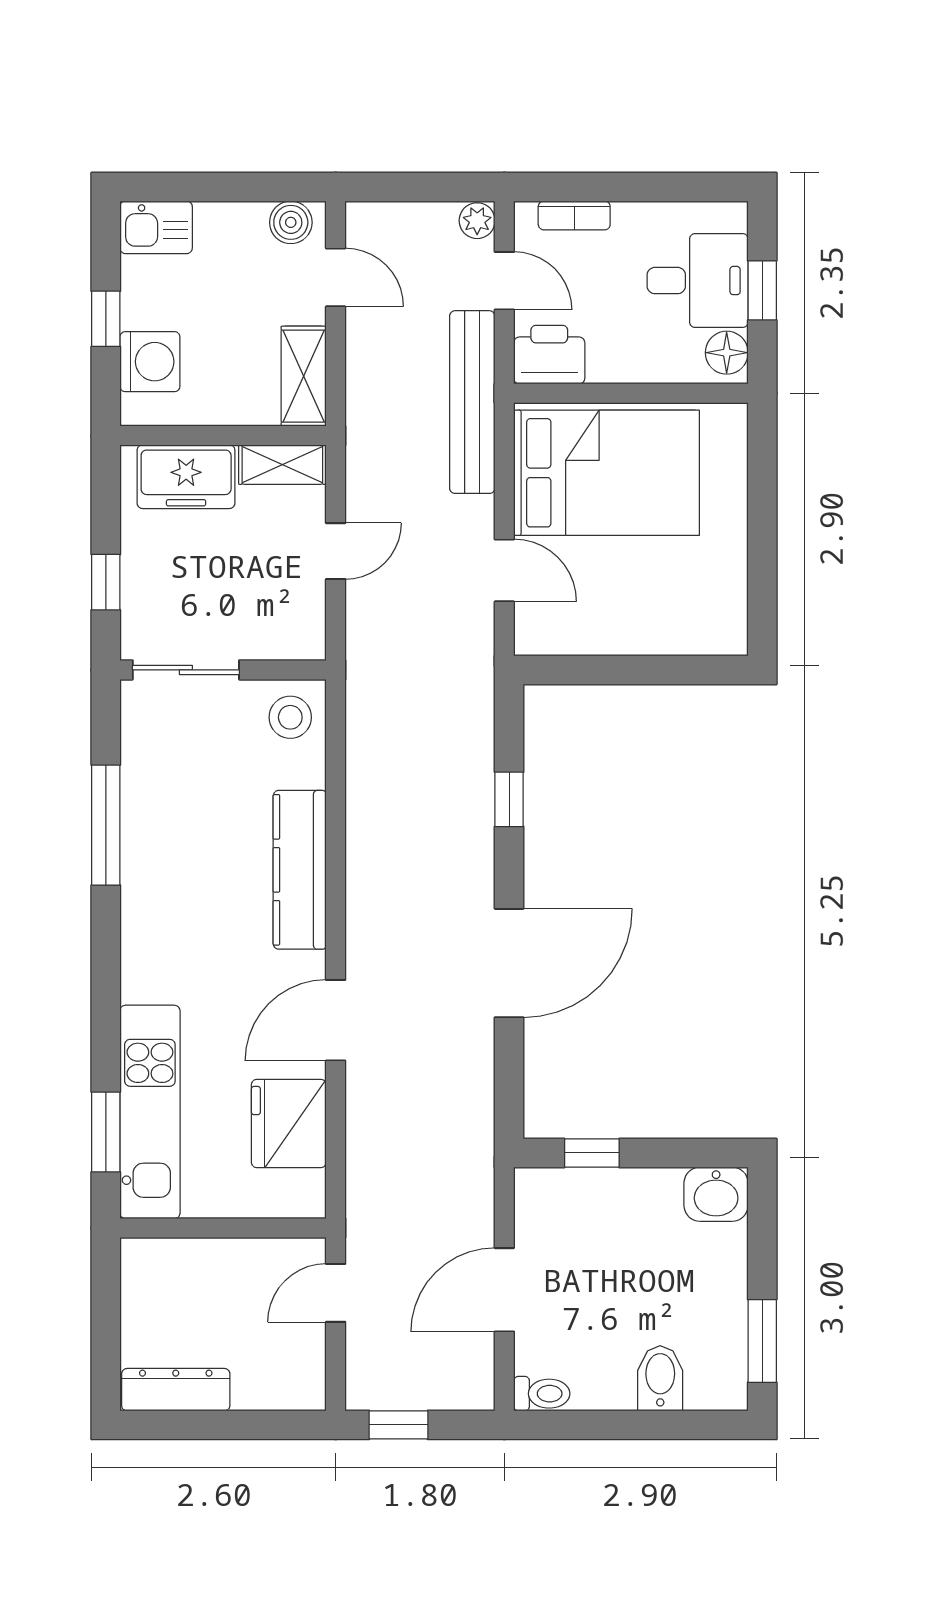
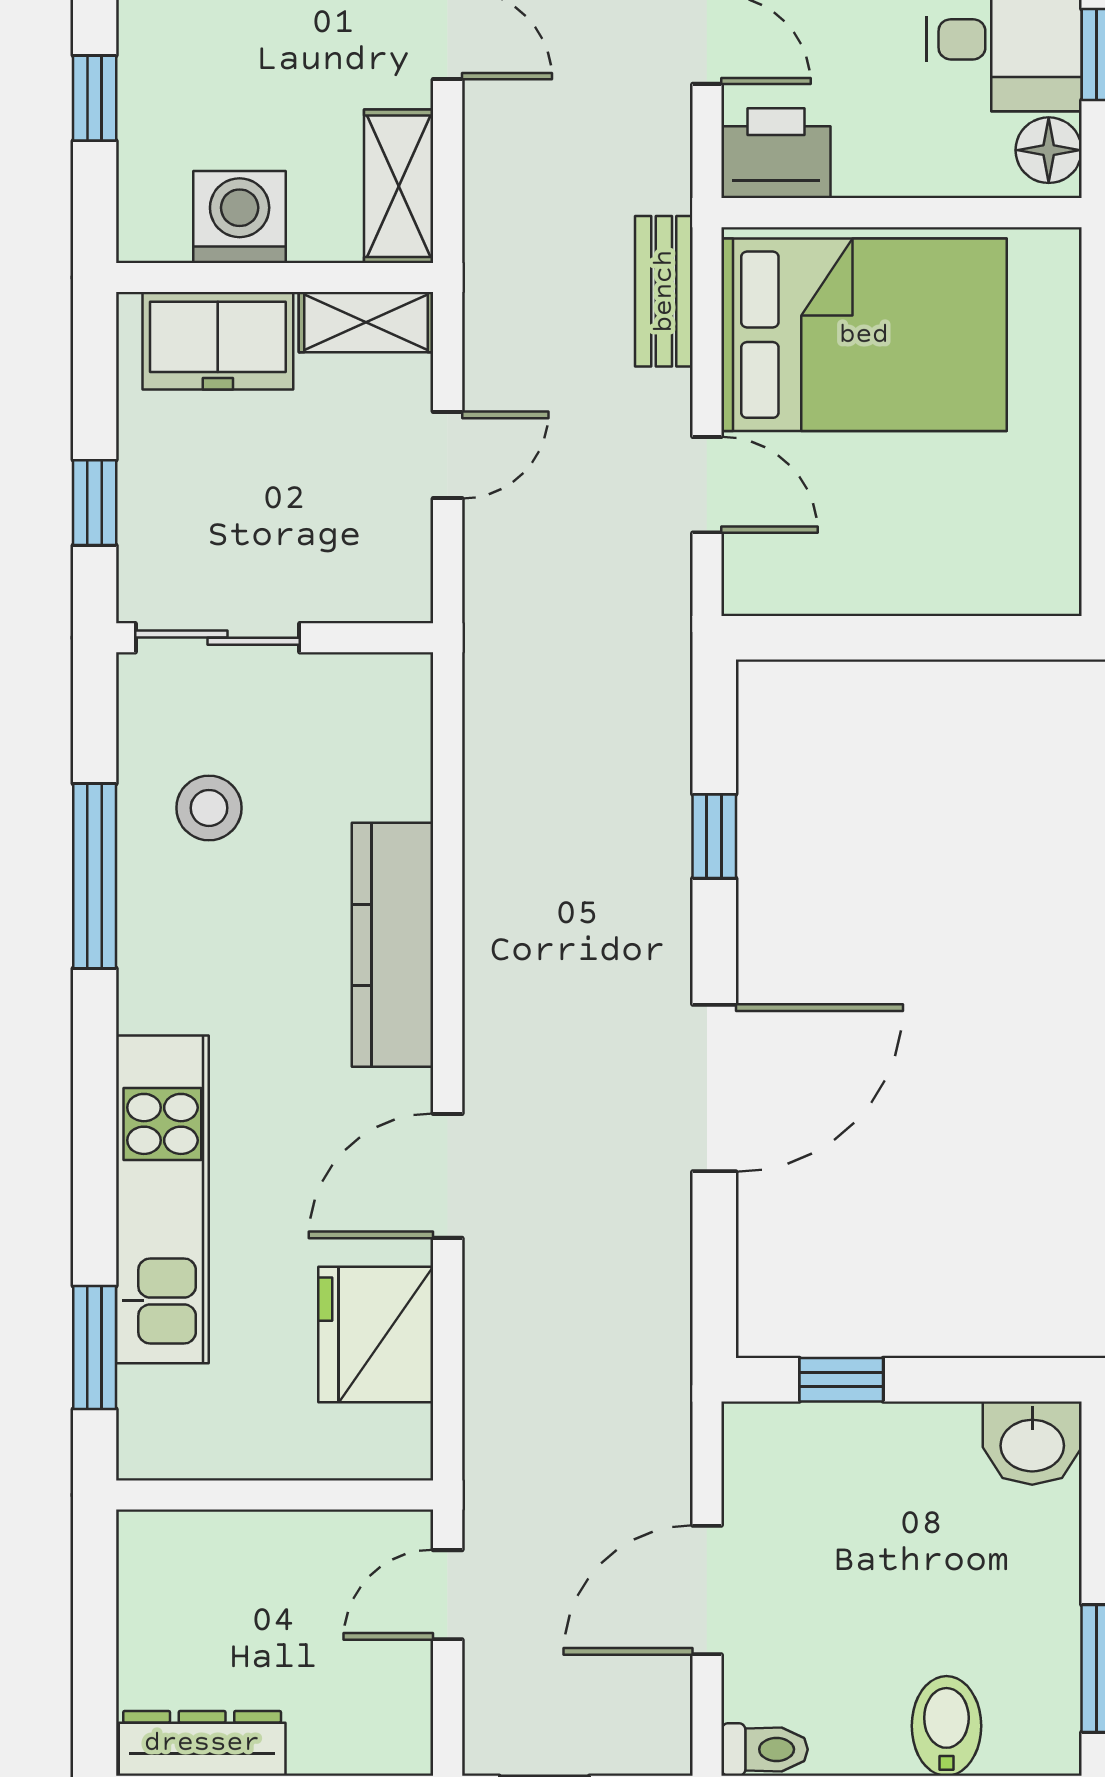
washing machine: (150, 362) -> (240, 217), moved, turned -90
bench: (472, 402) -> (664, 291), width x0.54, depth x0.82
stool: (290, 717) -> (209, 808), moved
kitchen unit: (150, 1112) -> (162, 1199), moved

